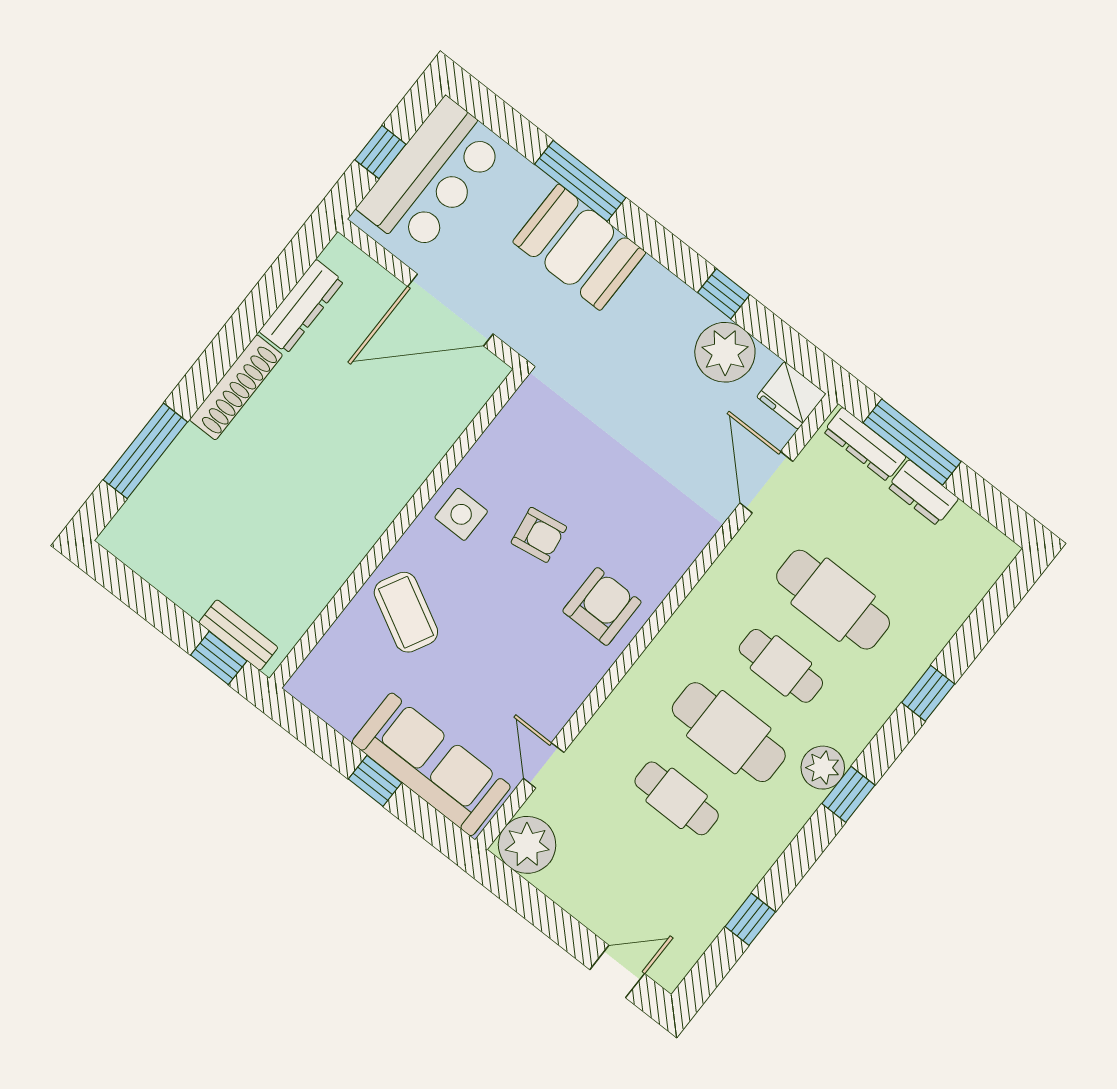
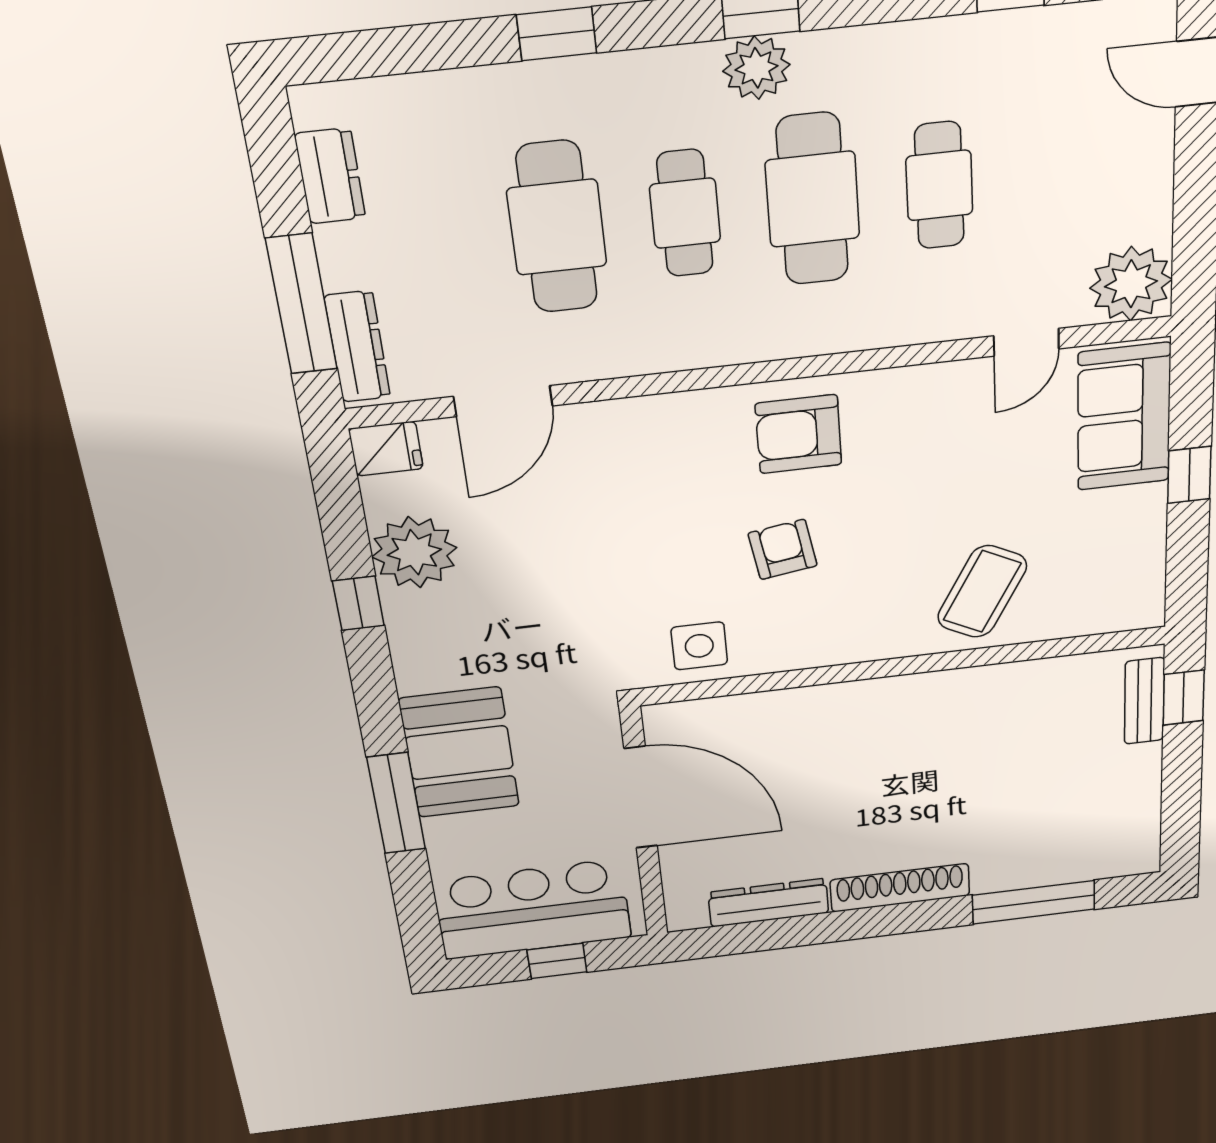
fridge: (791, 395) -> (386, 449), width x0.72
dresser: (923, 493) -> (330, 176), moved
side table: (461, 514) -> (699, 646), moved
sofa: (431, 764) -> (1124, 417), width x0.73

